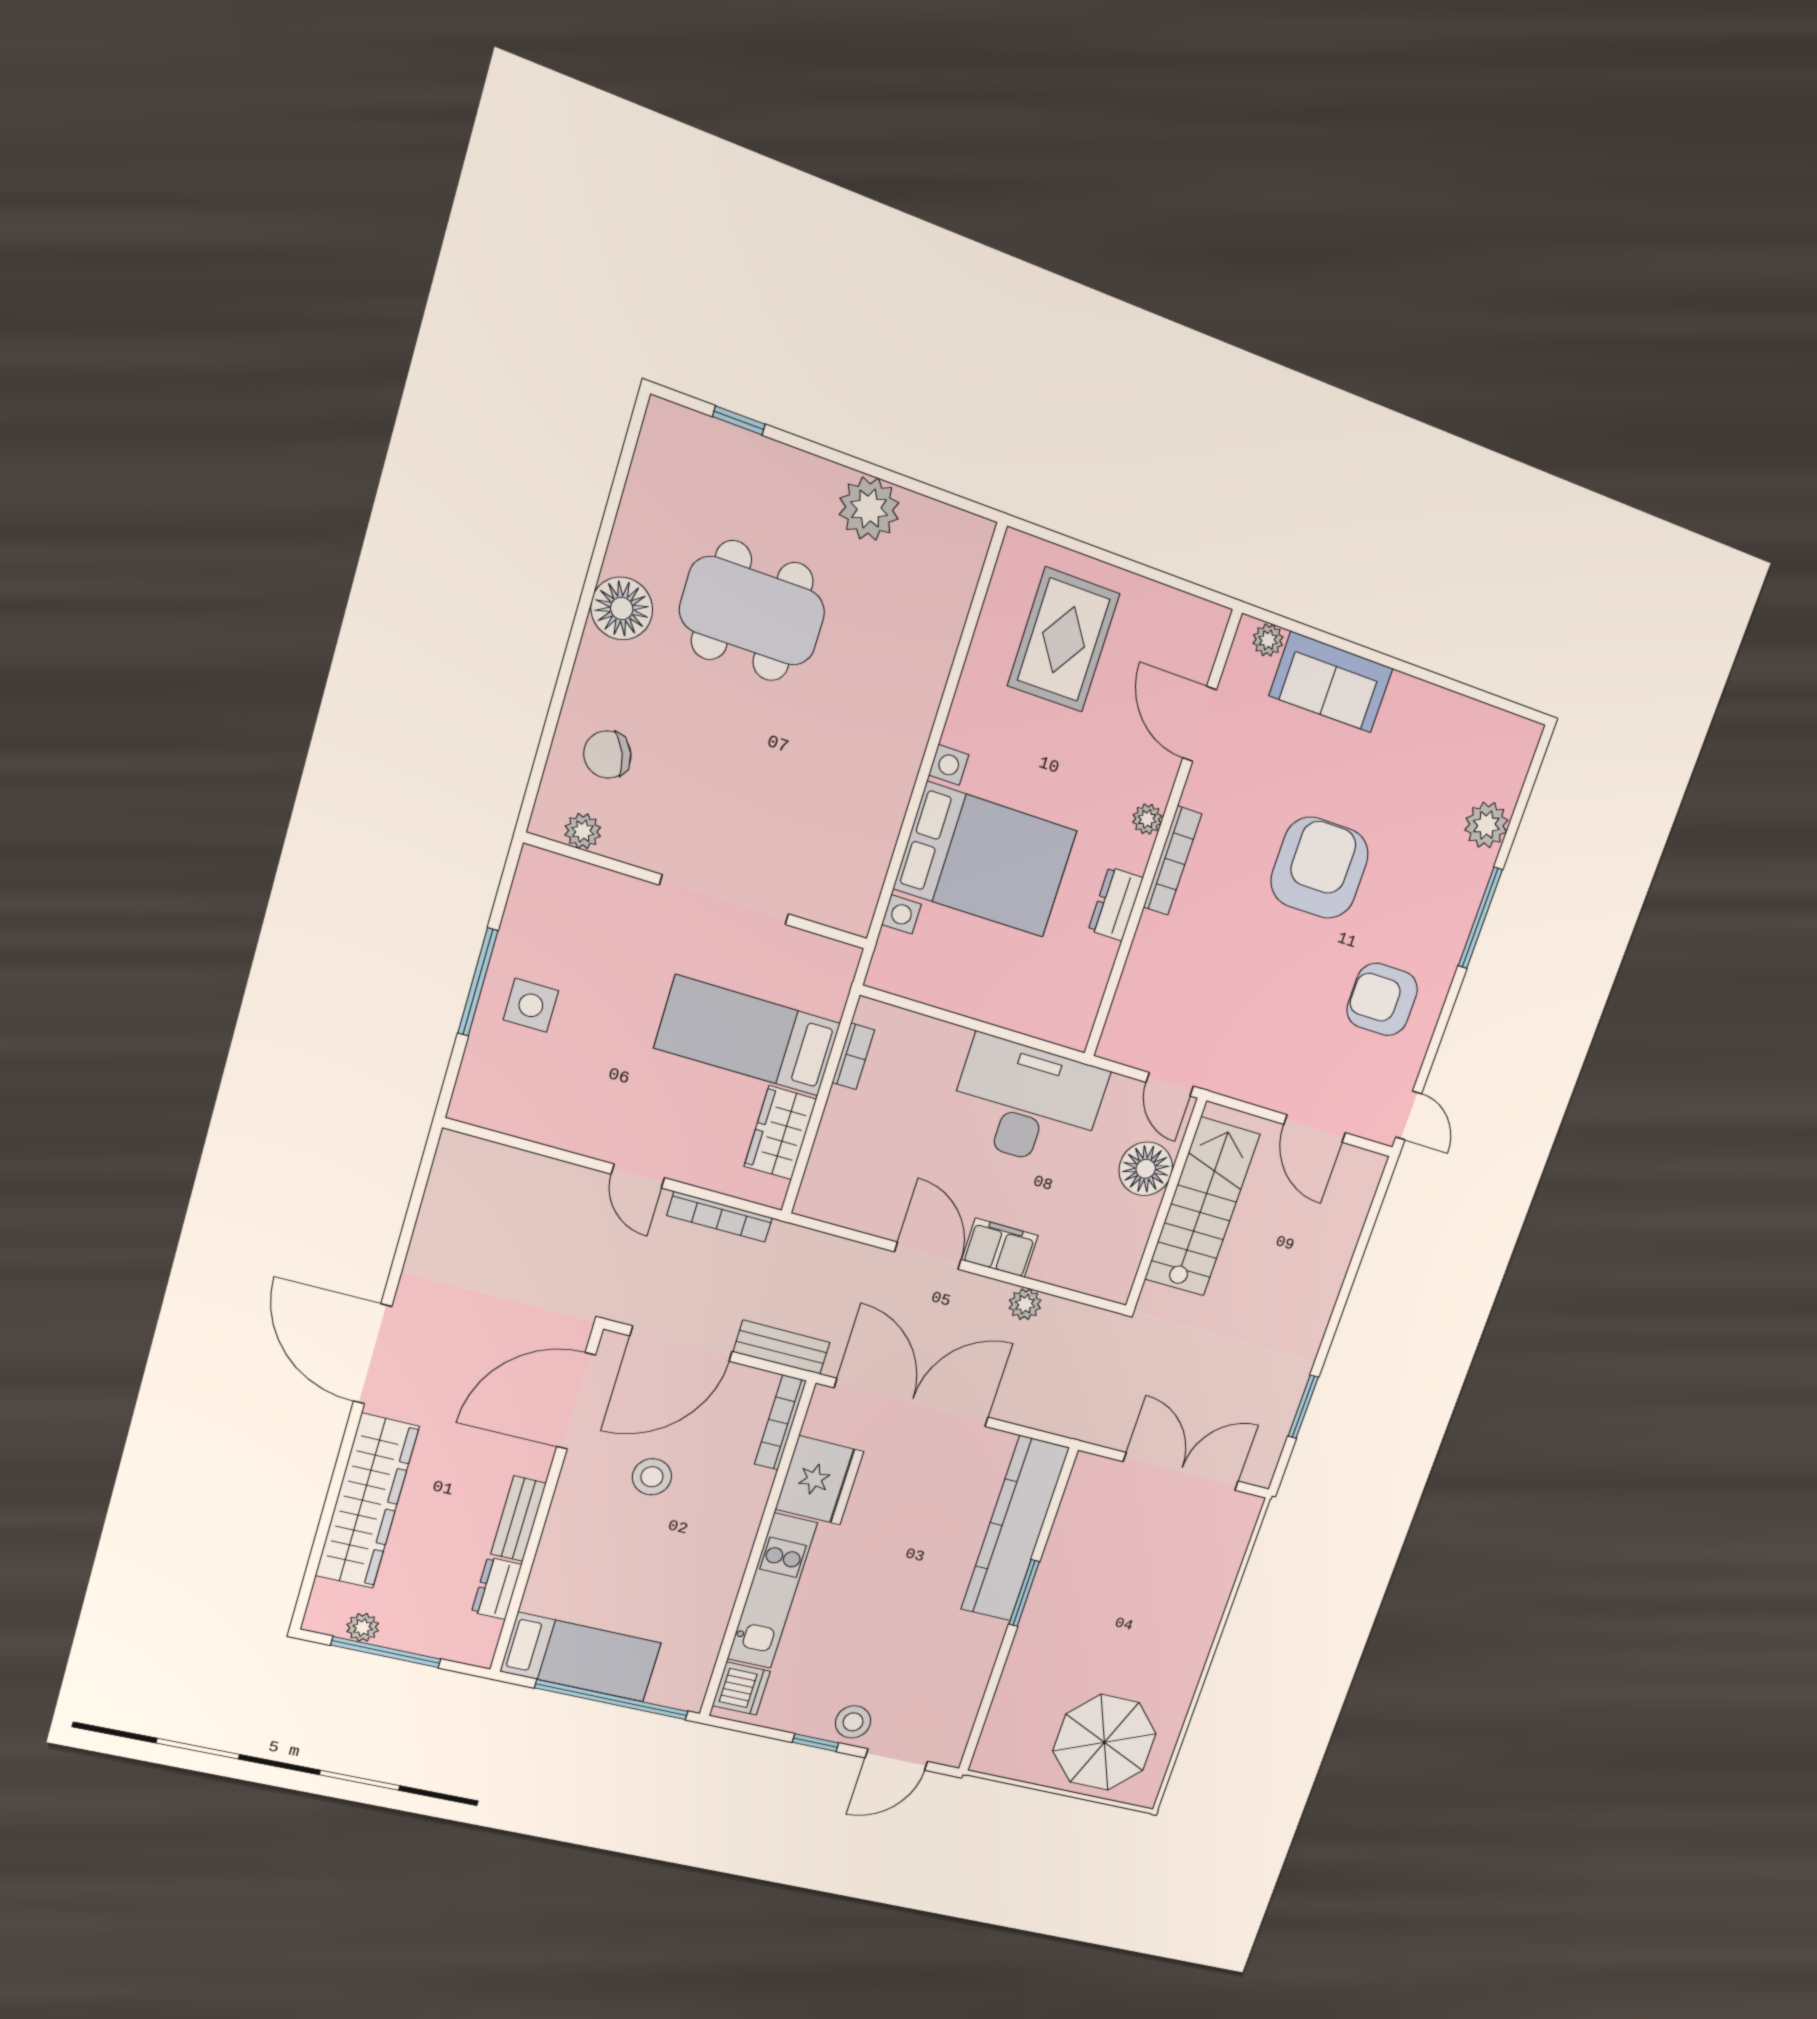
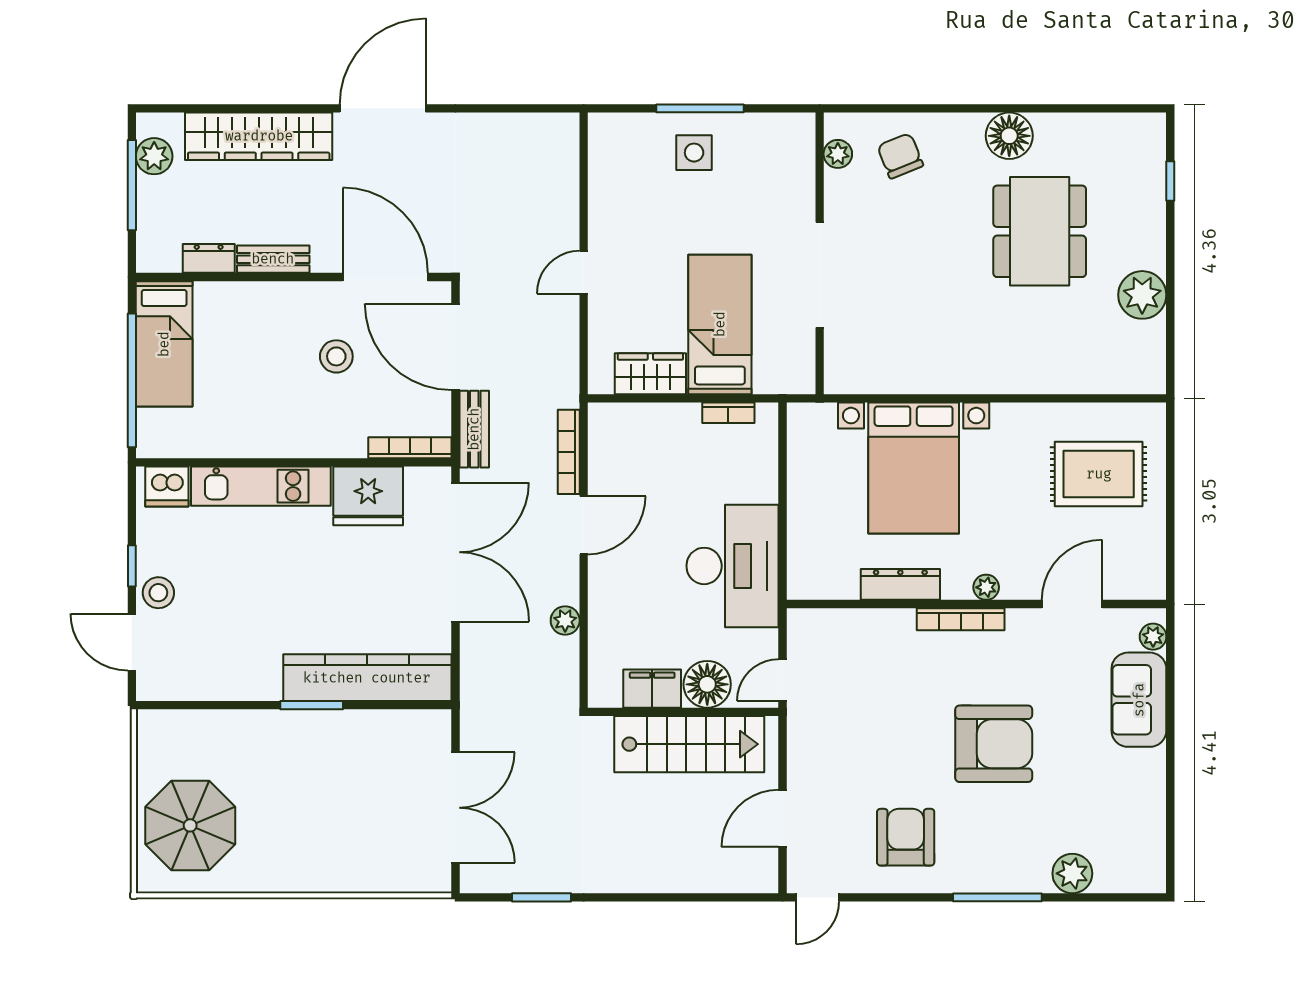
dresser: (1116, 904) -> (900, 584), width x1.44
bookcase: (720, 1217) -> (569, 452), moved
filing cabinet: (1000, 1248) -> (652, 689), moved, turned -90
plant: (363, 1627) -> (154, 156), width x1.38, depth x1.38

